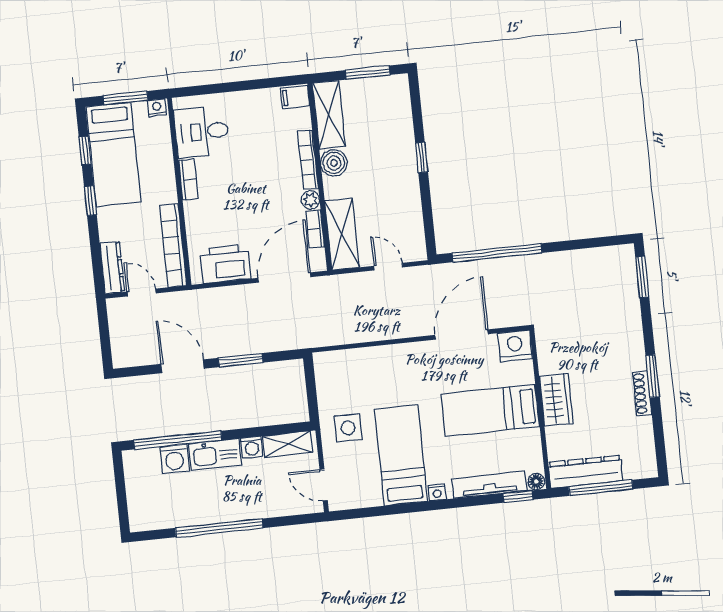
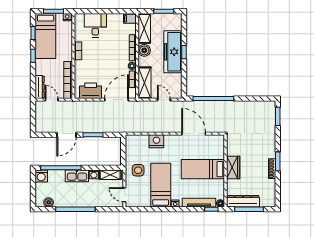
desk: (202, 132) -> (95, 25), moved, turned 90
freezer: (397, 159) -> (173, 52), added
door: (462, 335) -> (194, 134), hinge flipped
nightstand: (515, 346) -> (156, 141), moved
door: (183, 366) -> (67, 135), swing flipped
washing machine: (174, 459) -> (41, 176), moved
boiler: (159, 519) -> (49, 202), added

